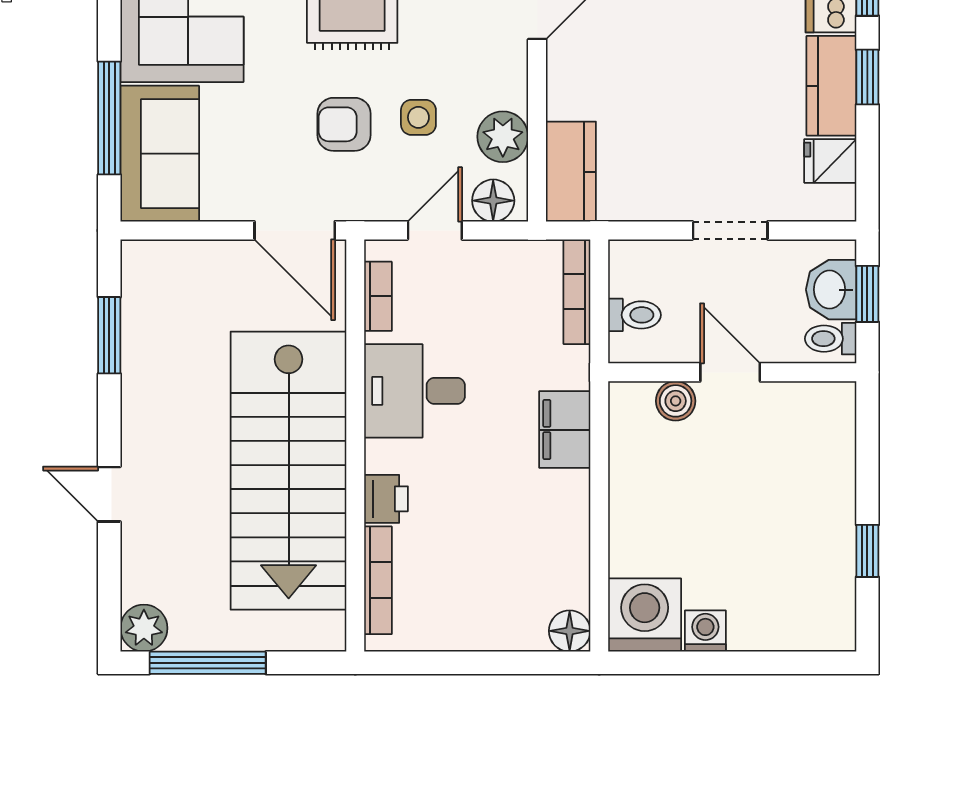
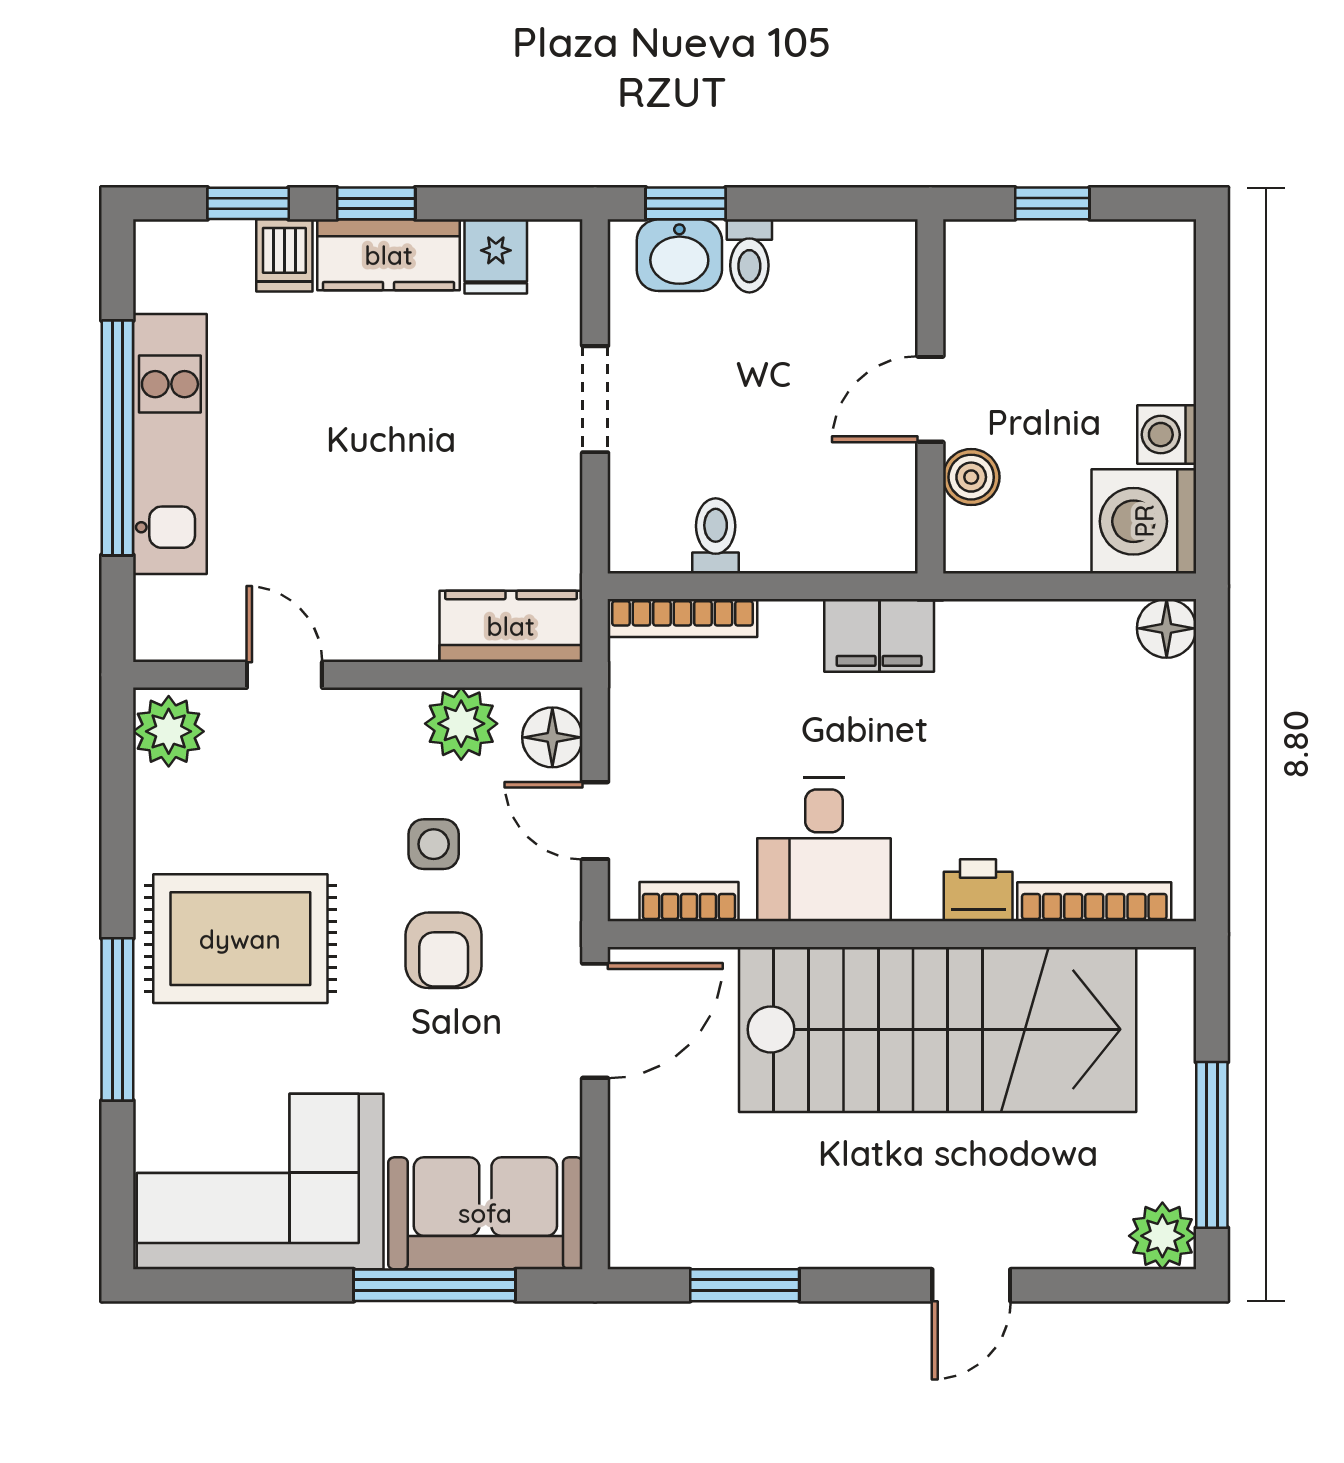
door: (730, 372) -> (930, 399), moved
wall: (732, 372) -> (930, 396), moved
boiler: (676, 401) -> (971, 477), moved

